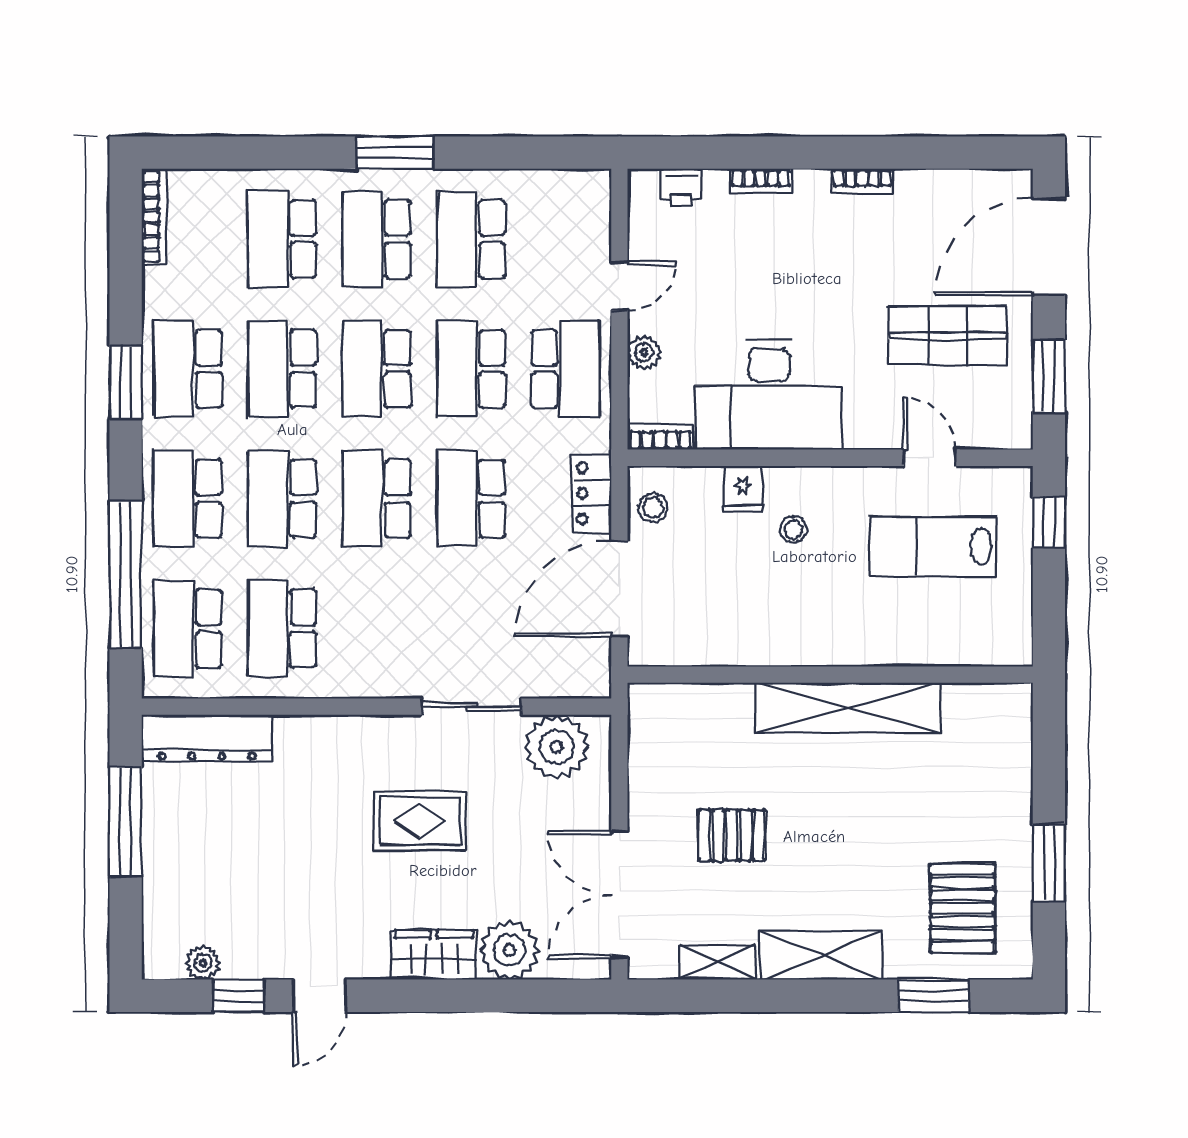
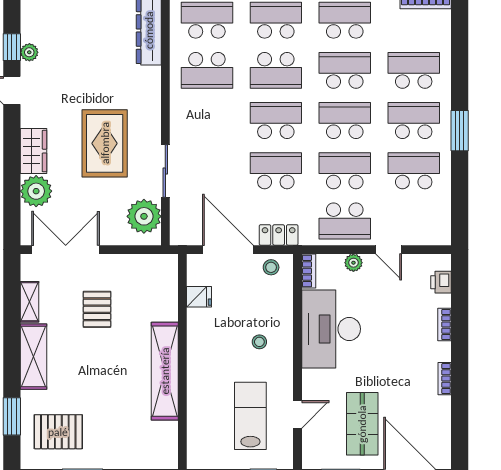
fridge: (743, 489) -> (199, 297), moved, turned 180
school desk: (282, 499) -> (276, 70), turned 180
school desk: (282, 628) -> (207, 70), turned 180
rug: (420, 821) -> (105, 143), width x1.36, depth x1.43
plant: (203, 963) -> (29, 52), moved

